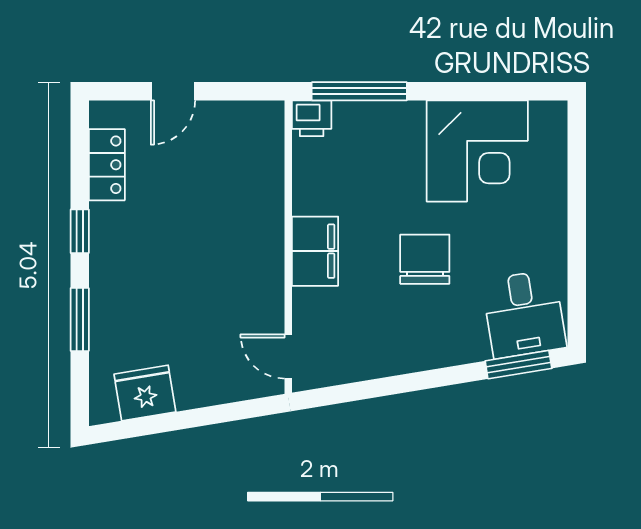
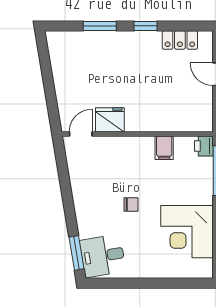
filing cabinet: (315, 251) -> (164, 148), moved, width x0.50
chair: (425, 259) -> (131, 204), width x0.54, depth x0.54
fridge: (145, 393) -> (110, 120), moved, turned -81

